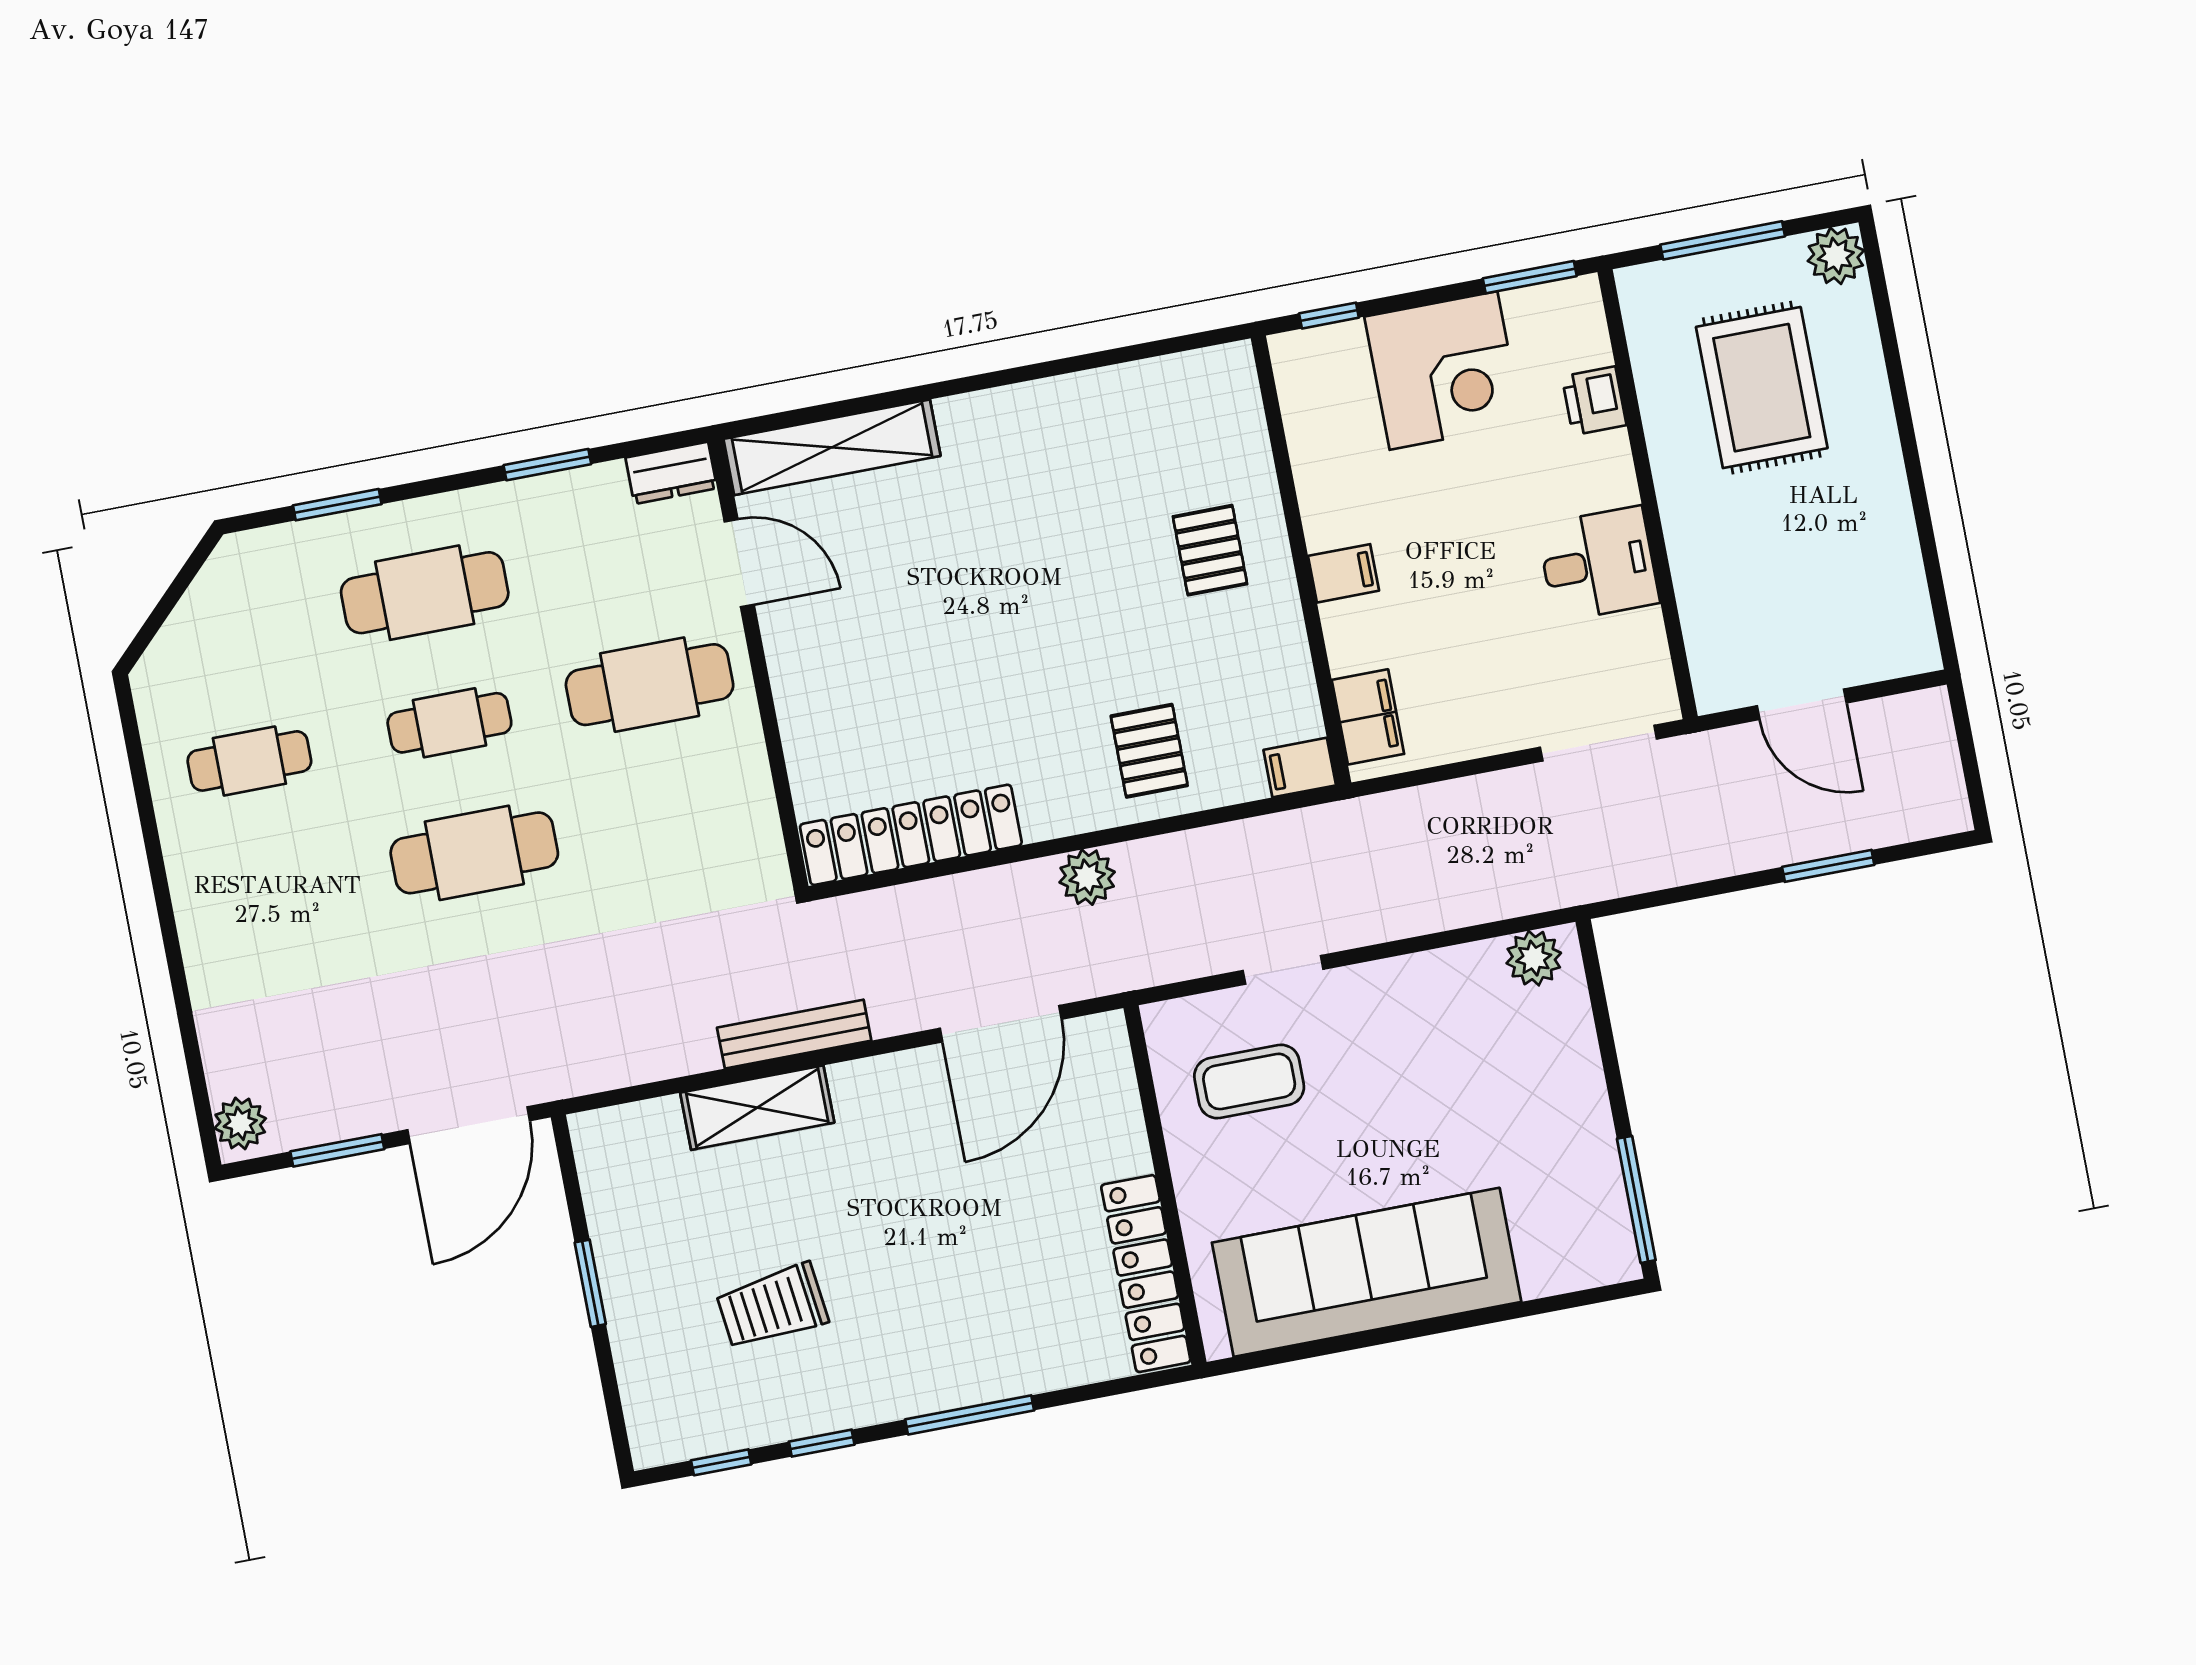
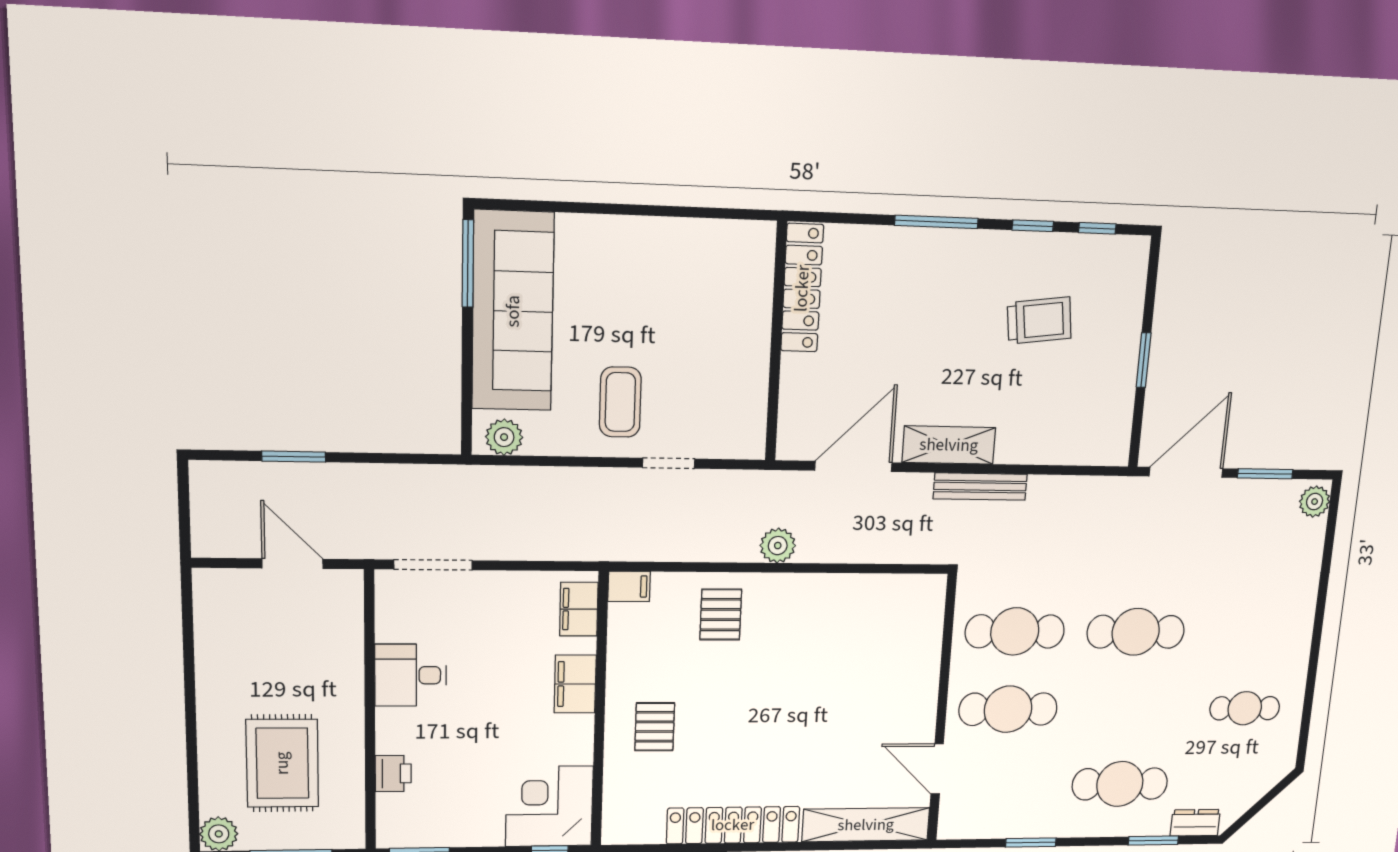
corner desk: (1444, 371) -> (549, 806), moved
dresser: (671, 473) -> (1195, 823), moved
filing cabinet: (1343, 573) -> (575, 684), width x2.00
cafe table: (449, 723) -> (1015, 631), moved, width x1.37, depth x1.35
locker: (911, 835) -> (733, 825), moved, turned 180
coffee table: (1249, 1081) -> (620, 402), moved, turned 90
shelving: (757, 1108) -> (949, 445), moved
sofa: (1367, 1272) -> (513, 311), moved, turned -90

